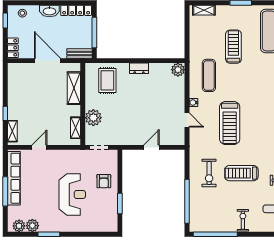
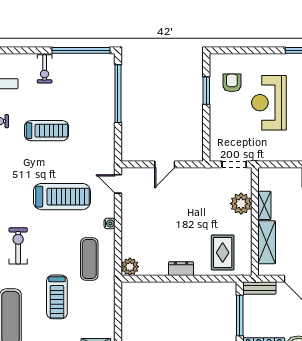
door: (187, 120) -> (118, 184), moved
treadmill: (230, 123) -> (62, 197), turned 90
shelving: (76, 128) -> (264, 205), moved
exercise bike: (209, 173) -> (18, 246), moved
armchair: (104, 181) -> (232, 83), moved

